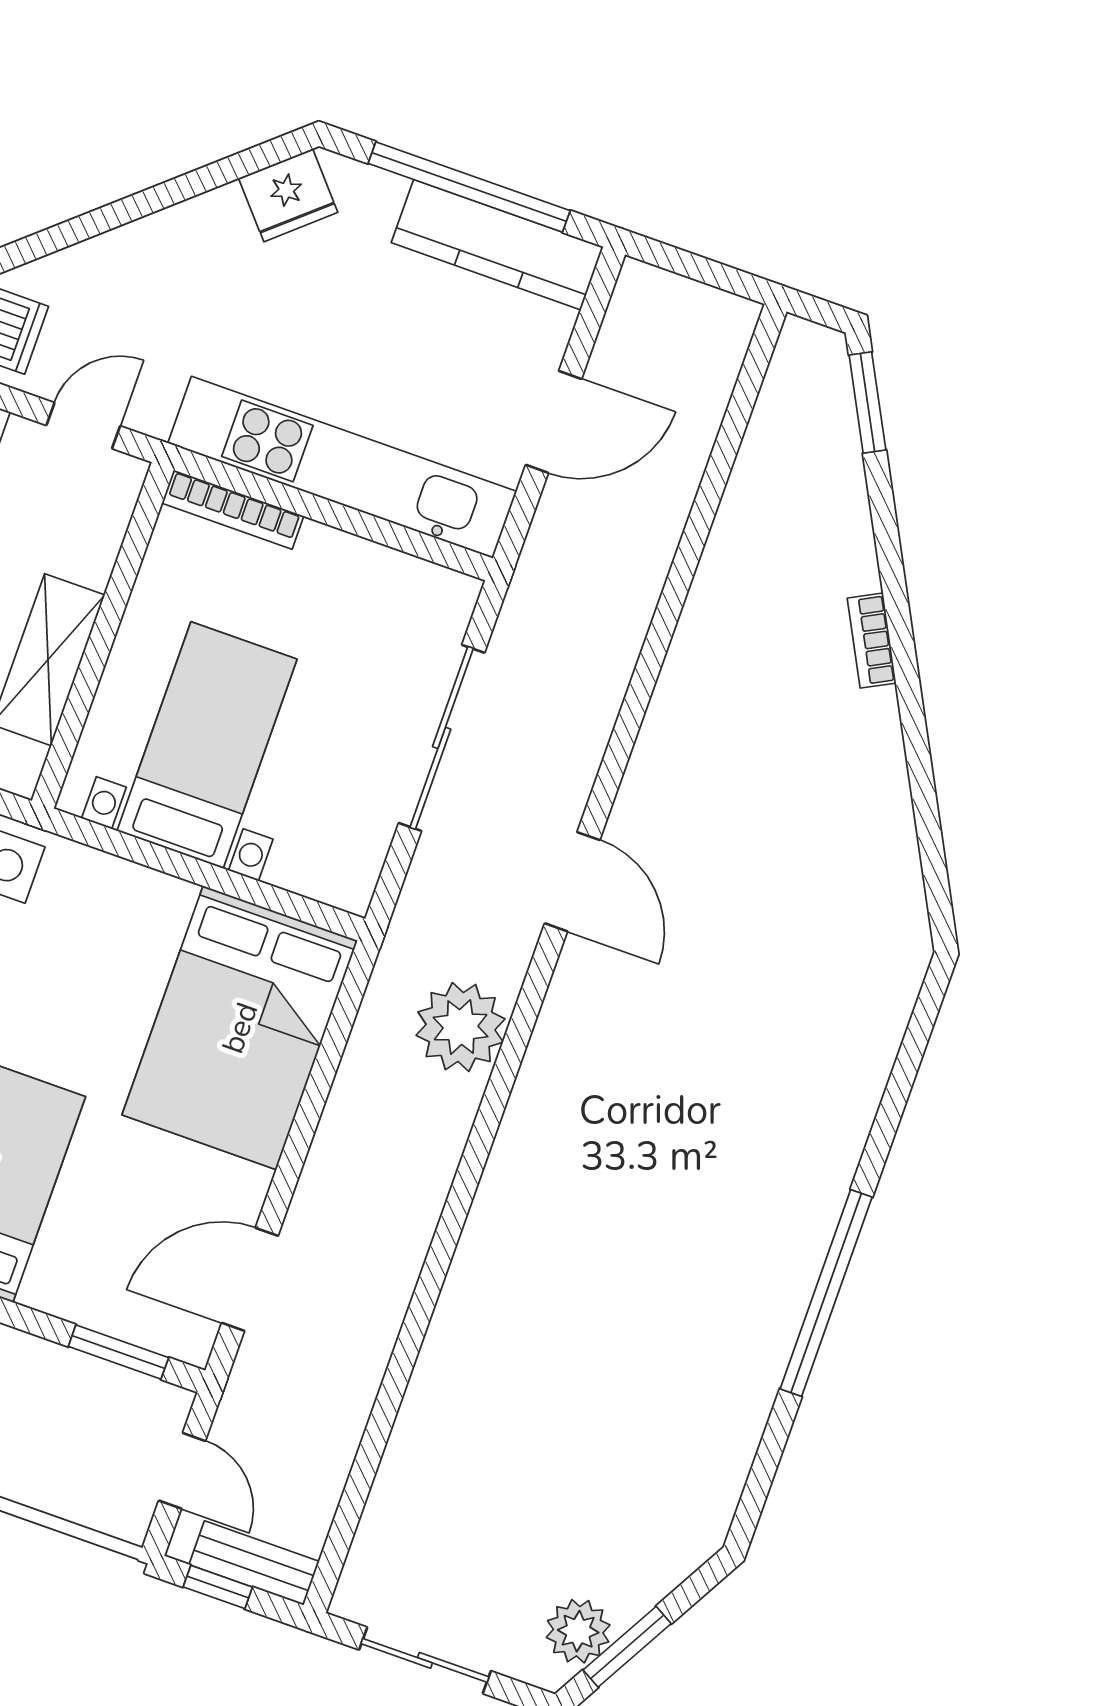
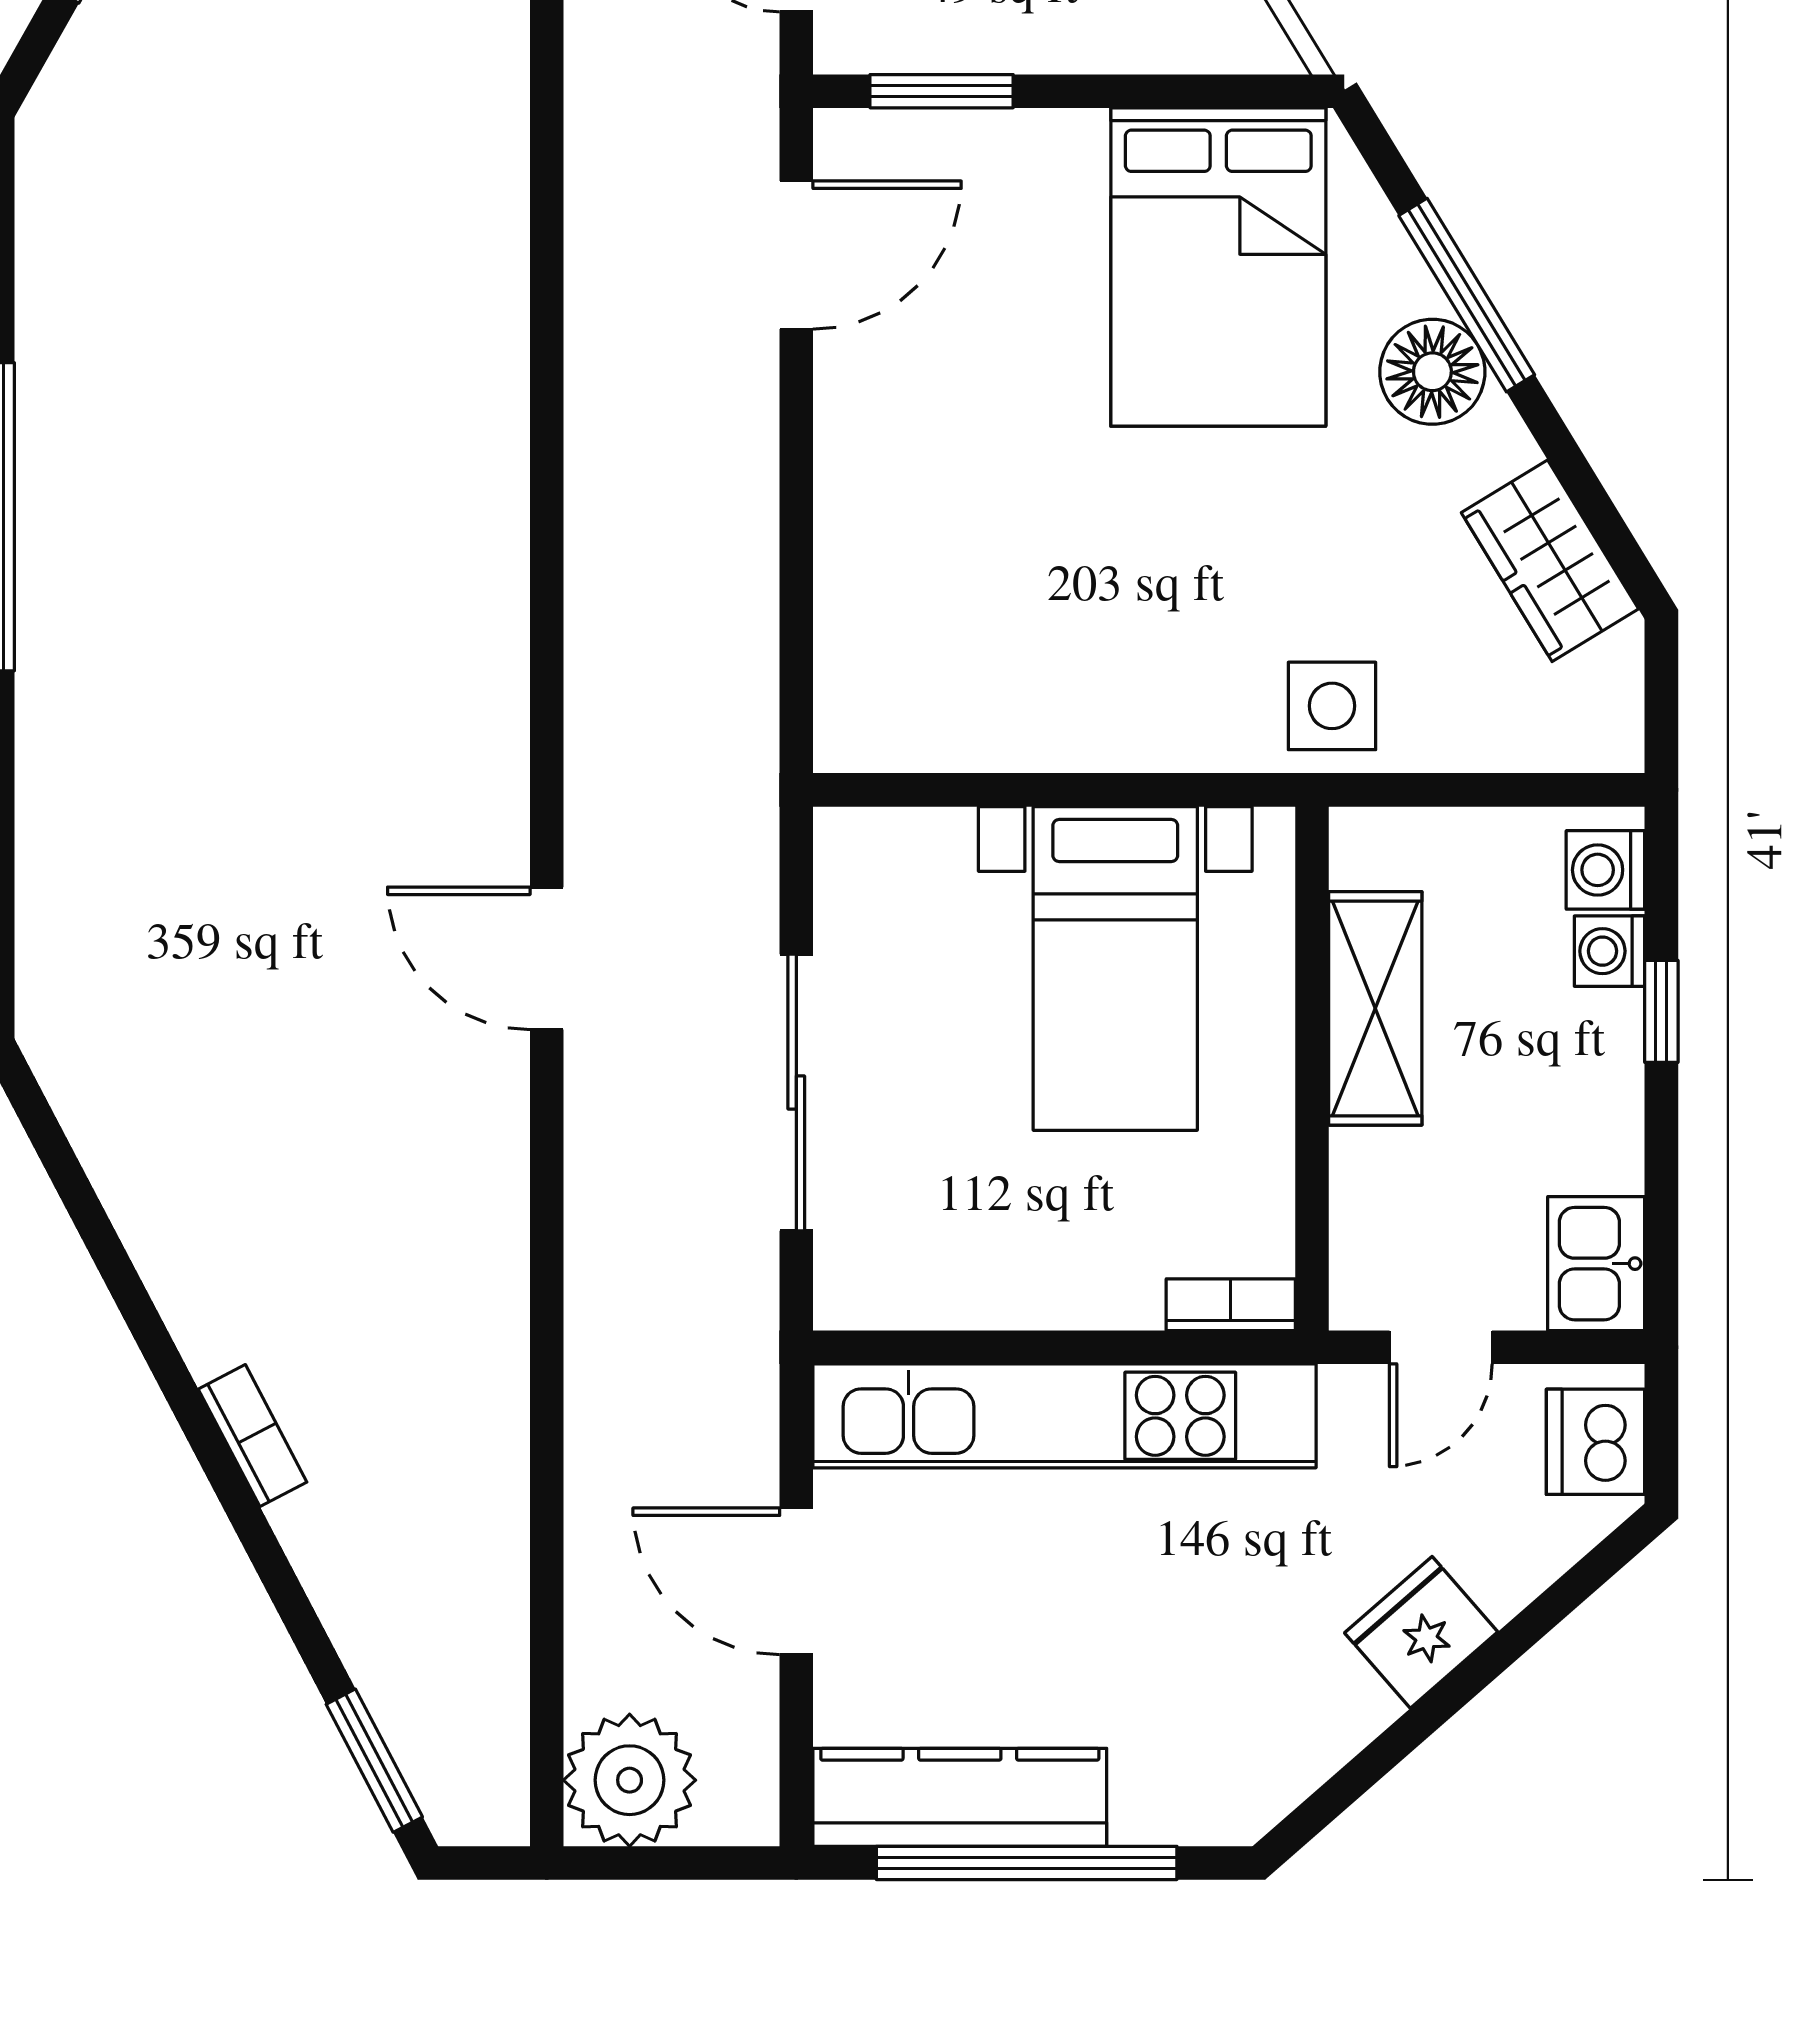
fridge: (288, 195) -> (1421, 1632), moved
door: (554, 422) -> (796, 1581), hinge flipped
bookcase: (233, 509) -> (1231, 1305), width x0.64
plant: (461, 1027) -> (630, 1780), moved
bed: (240, 1028) -> (933, 596), removed

